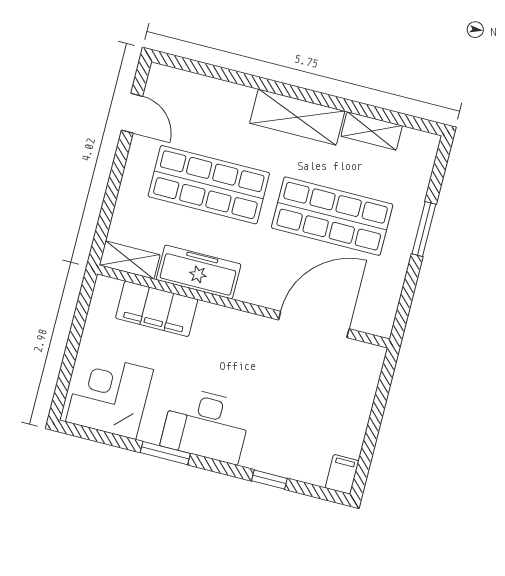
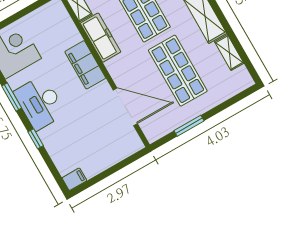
window: (424, 229) -> (189, 126), moved
filing cabinet: (157, 309) -> (85, 65), moved
window: (269, 480) -> (36, 139), moved

